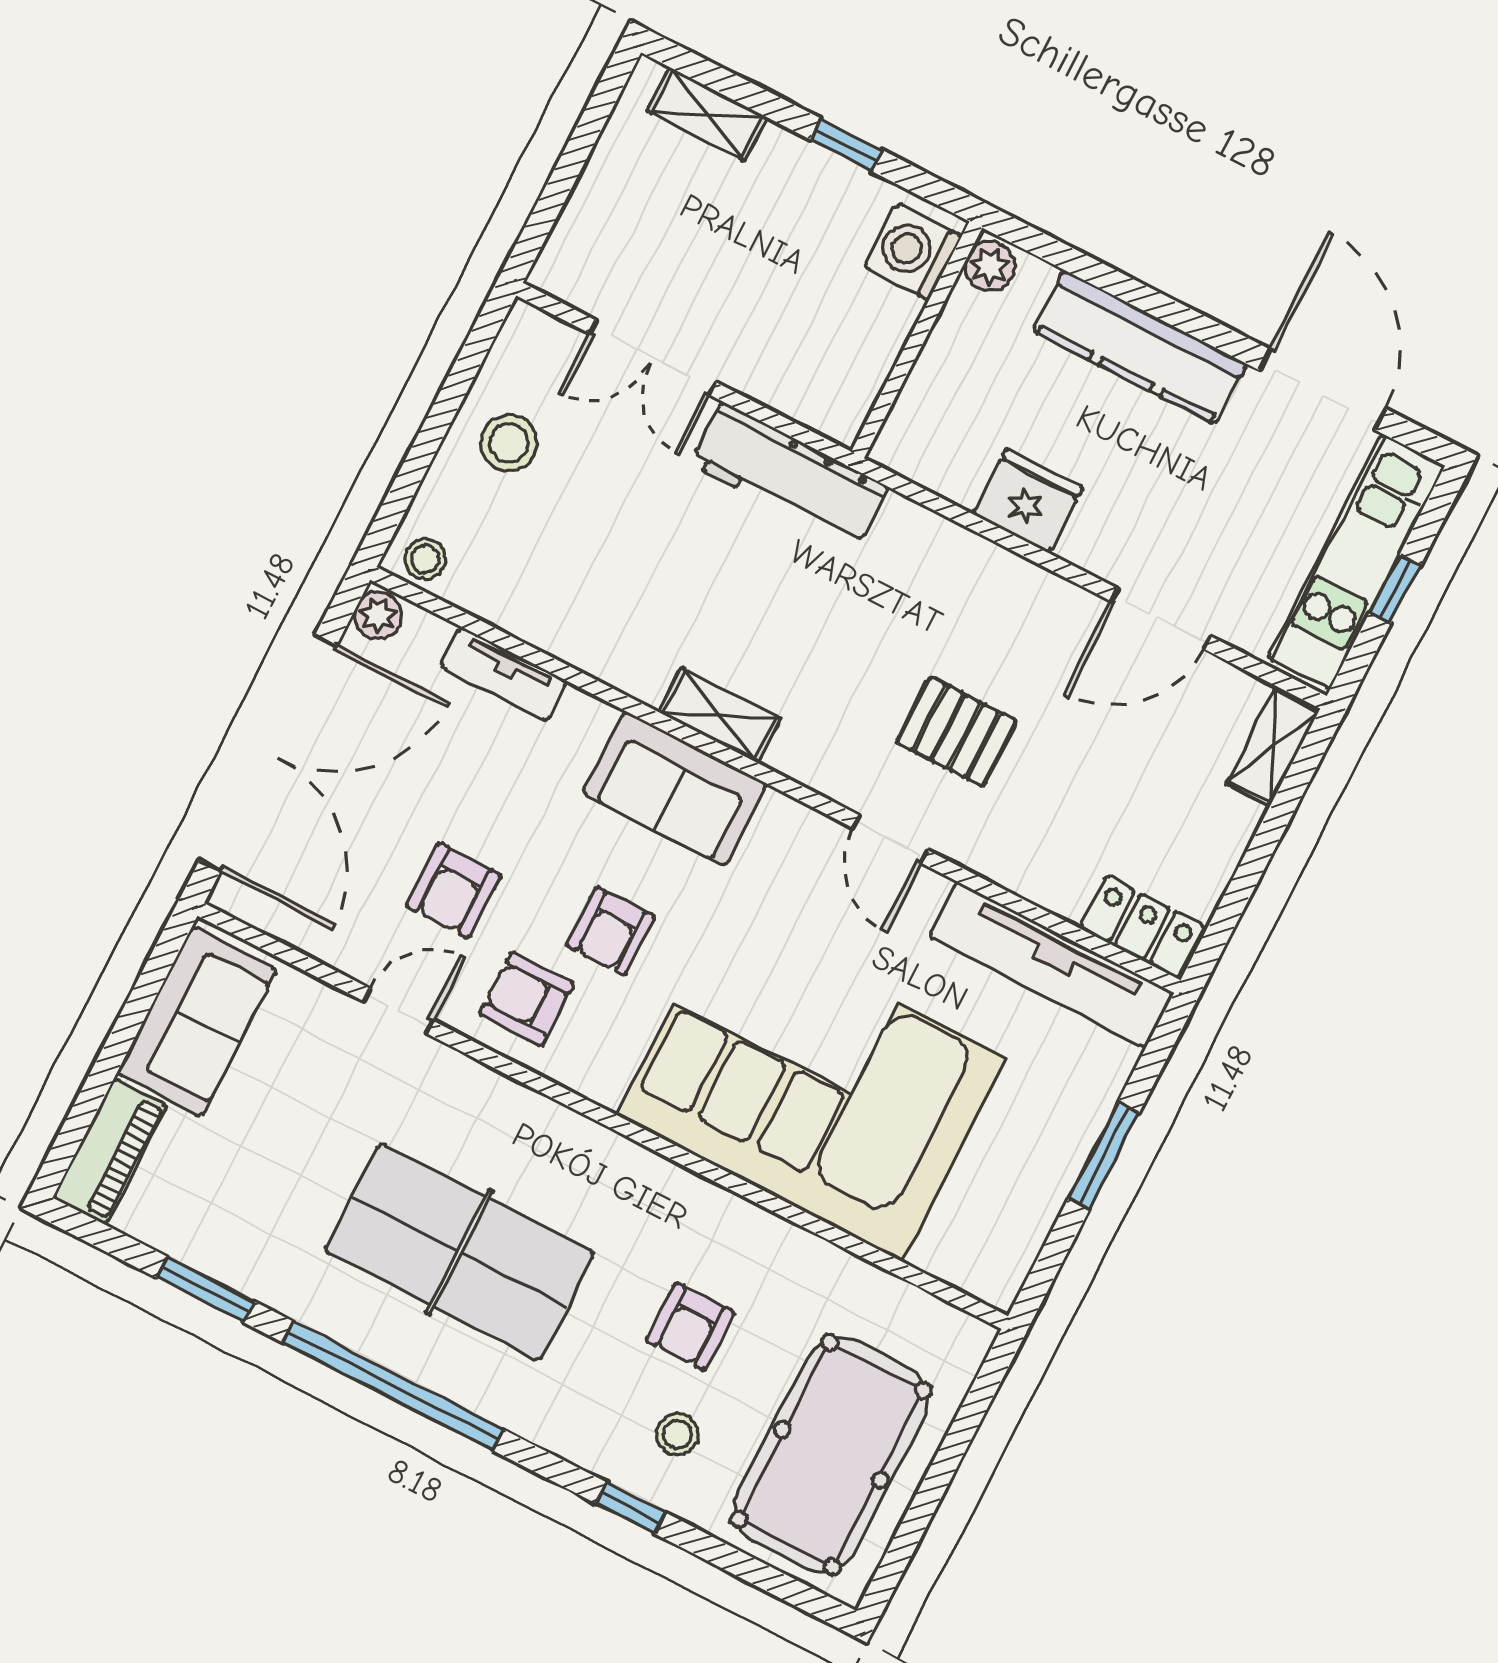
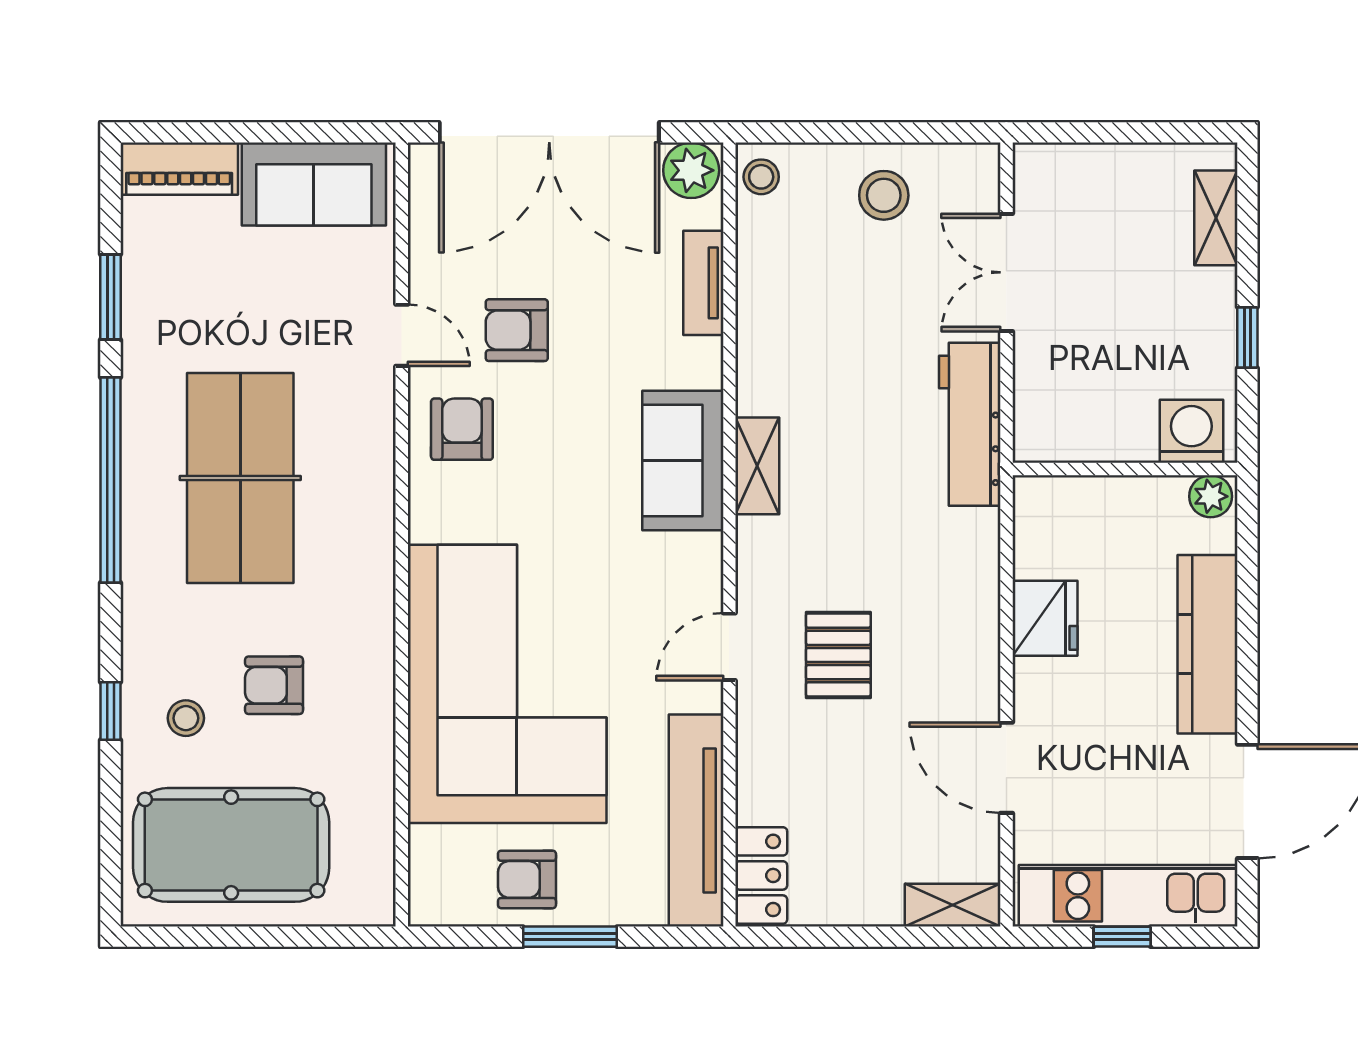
plant: (378, 615) -> (691, 170), width x1.38, depth x1.38
armchair: (610, 931) -> (527, 879), moved

